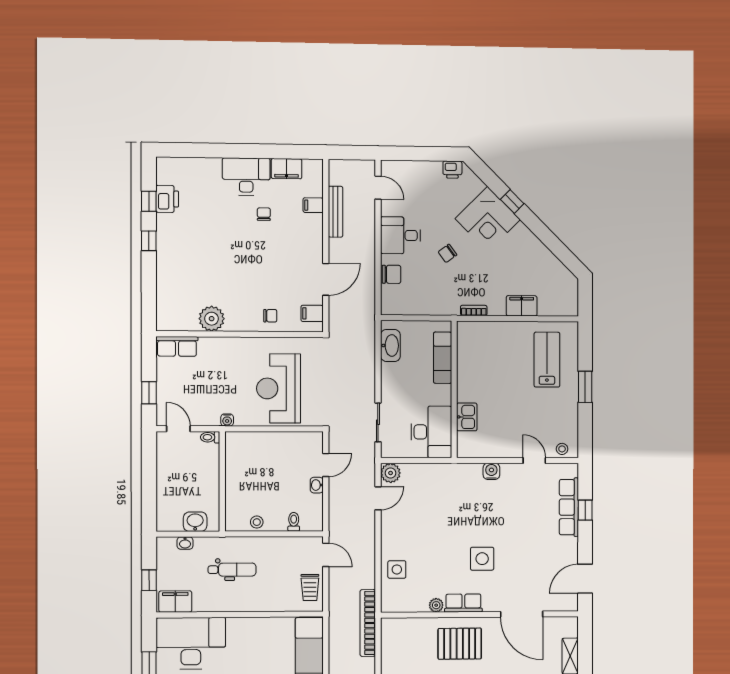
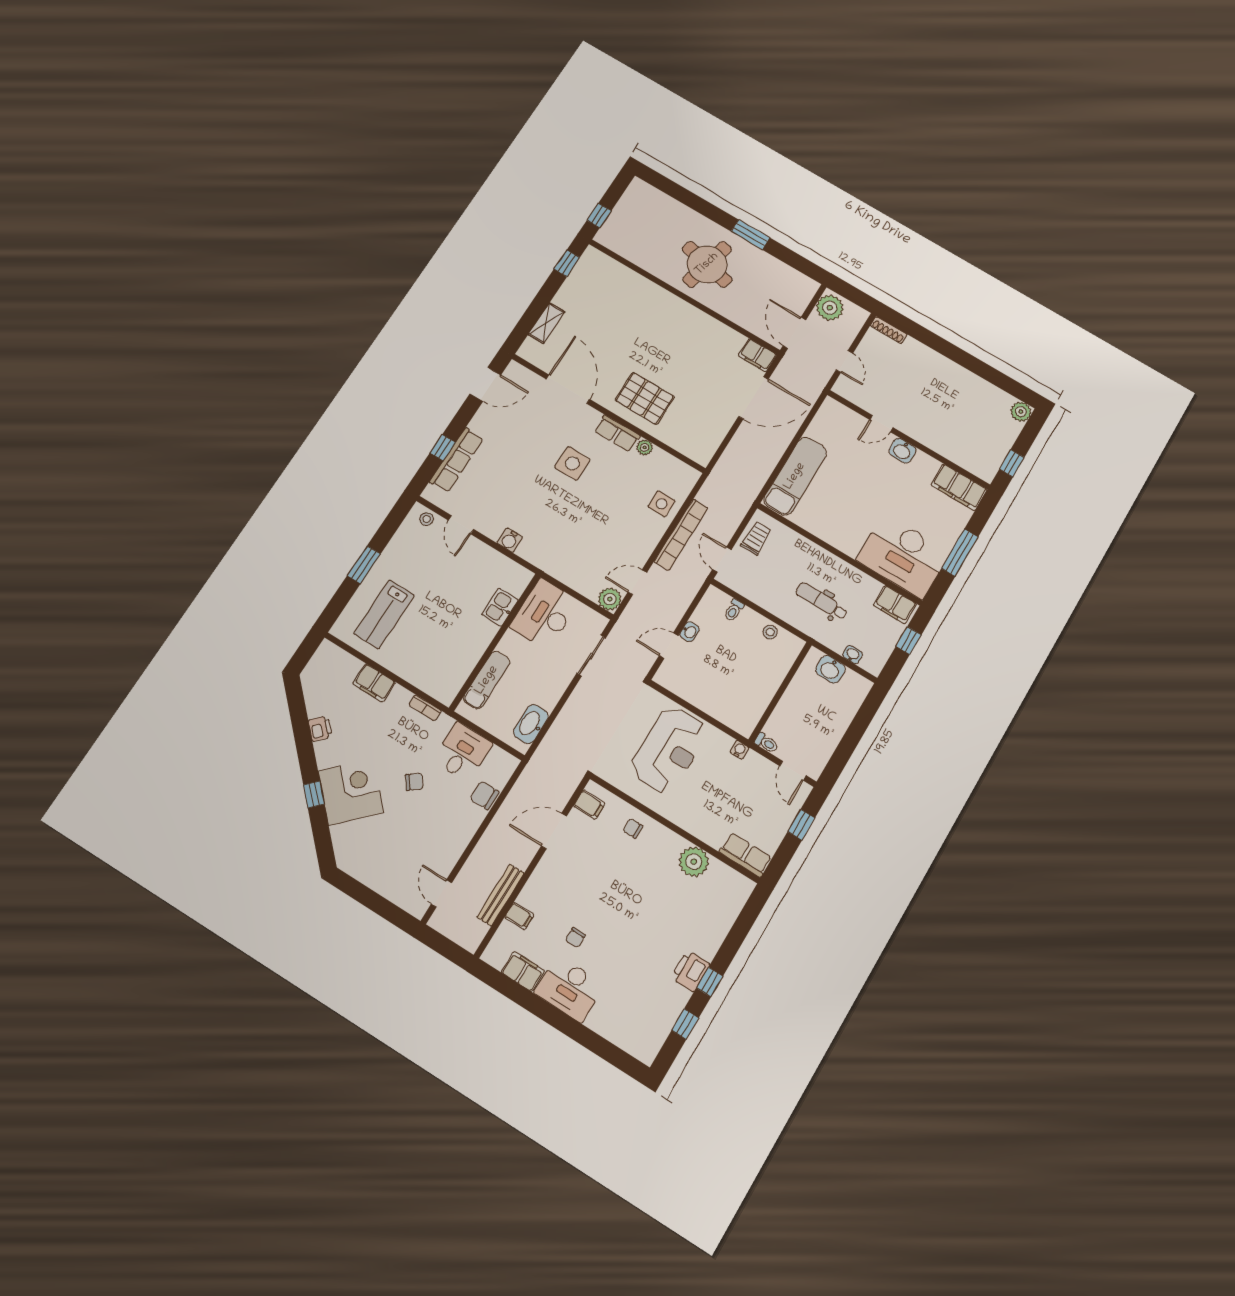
printer: (452, 170) -> (320, 729), moved, turned 45
printer: (167, 199) -> (691, 971), moved
desk: (400, 235) -> (462, 752), moved, turned -90
bookcase: (368, 623) -> (681, 535), moved

